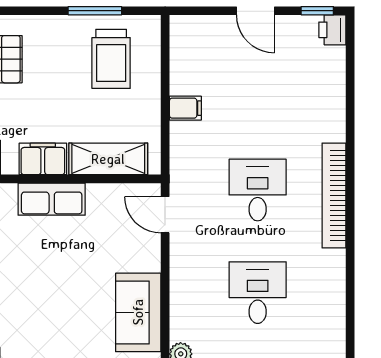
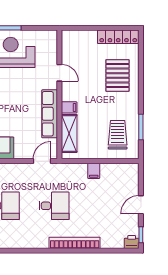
trolley: (111, 59) -> (118, 135), turned 90
filing cabinet: (43, 159) -> (69, 107), width x0.50
bookcase: (334, 196) -> (75, 243), moved
row of seats: (52, 199) -> (50, 114), width x1.48

